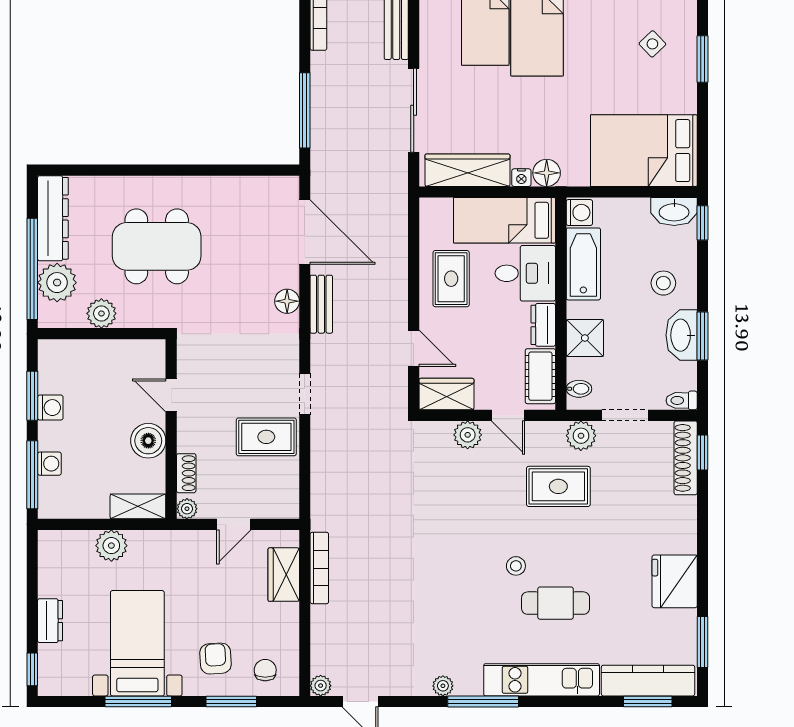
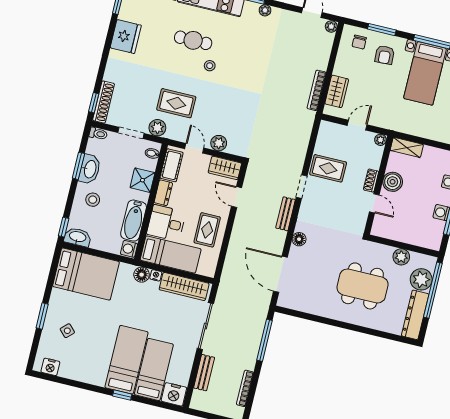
bench: (321, 304) -> (286, 214), moved
shoe rack: (186, 473) -> (371, 181), moved
plant: (111, 546) -> (426, 130), removed

